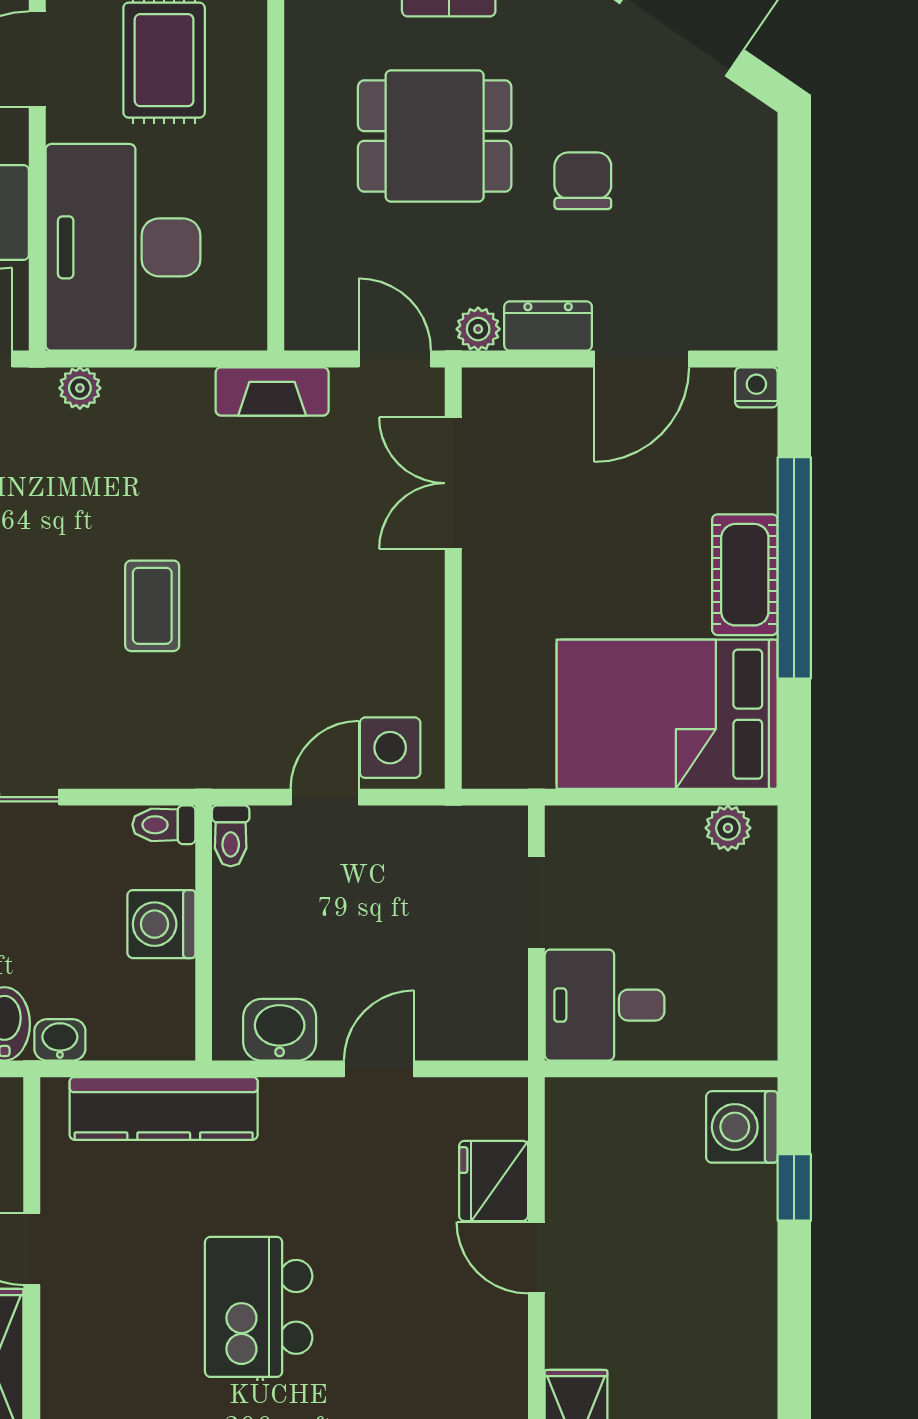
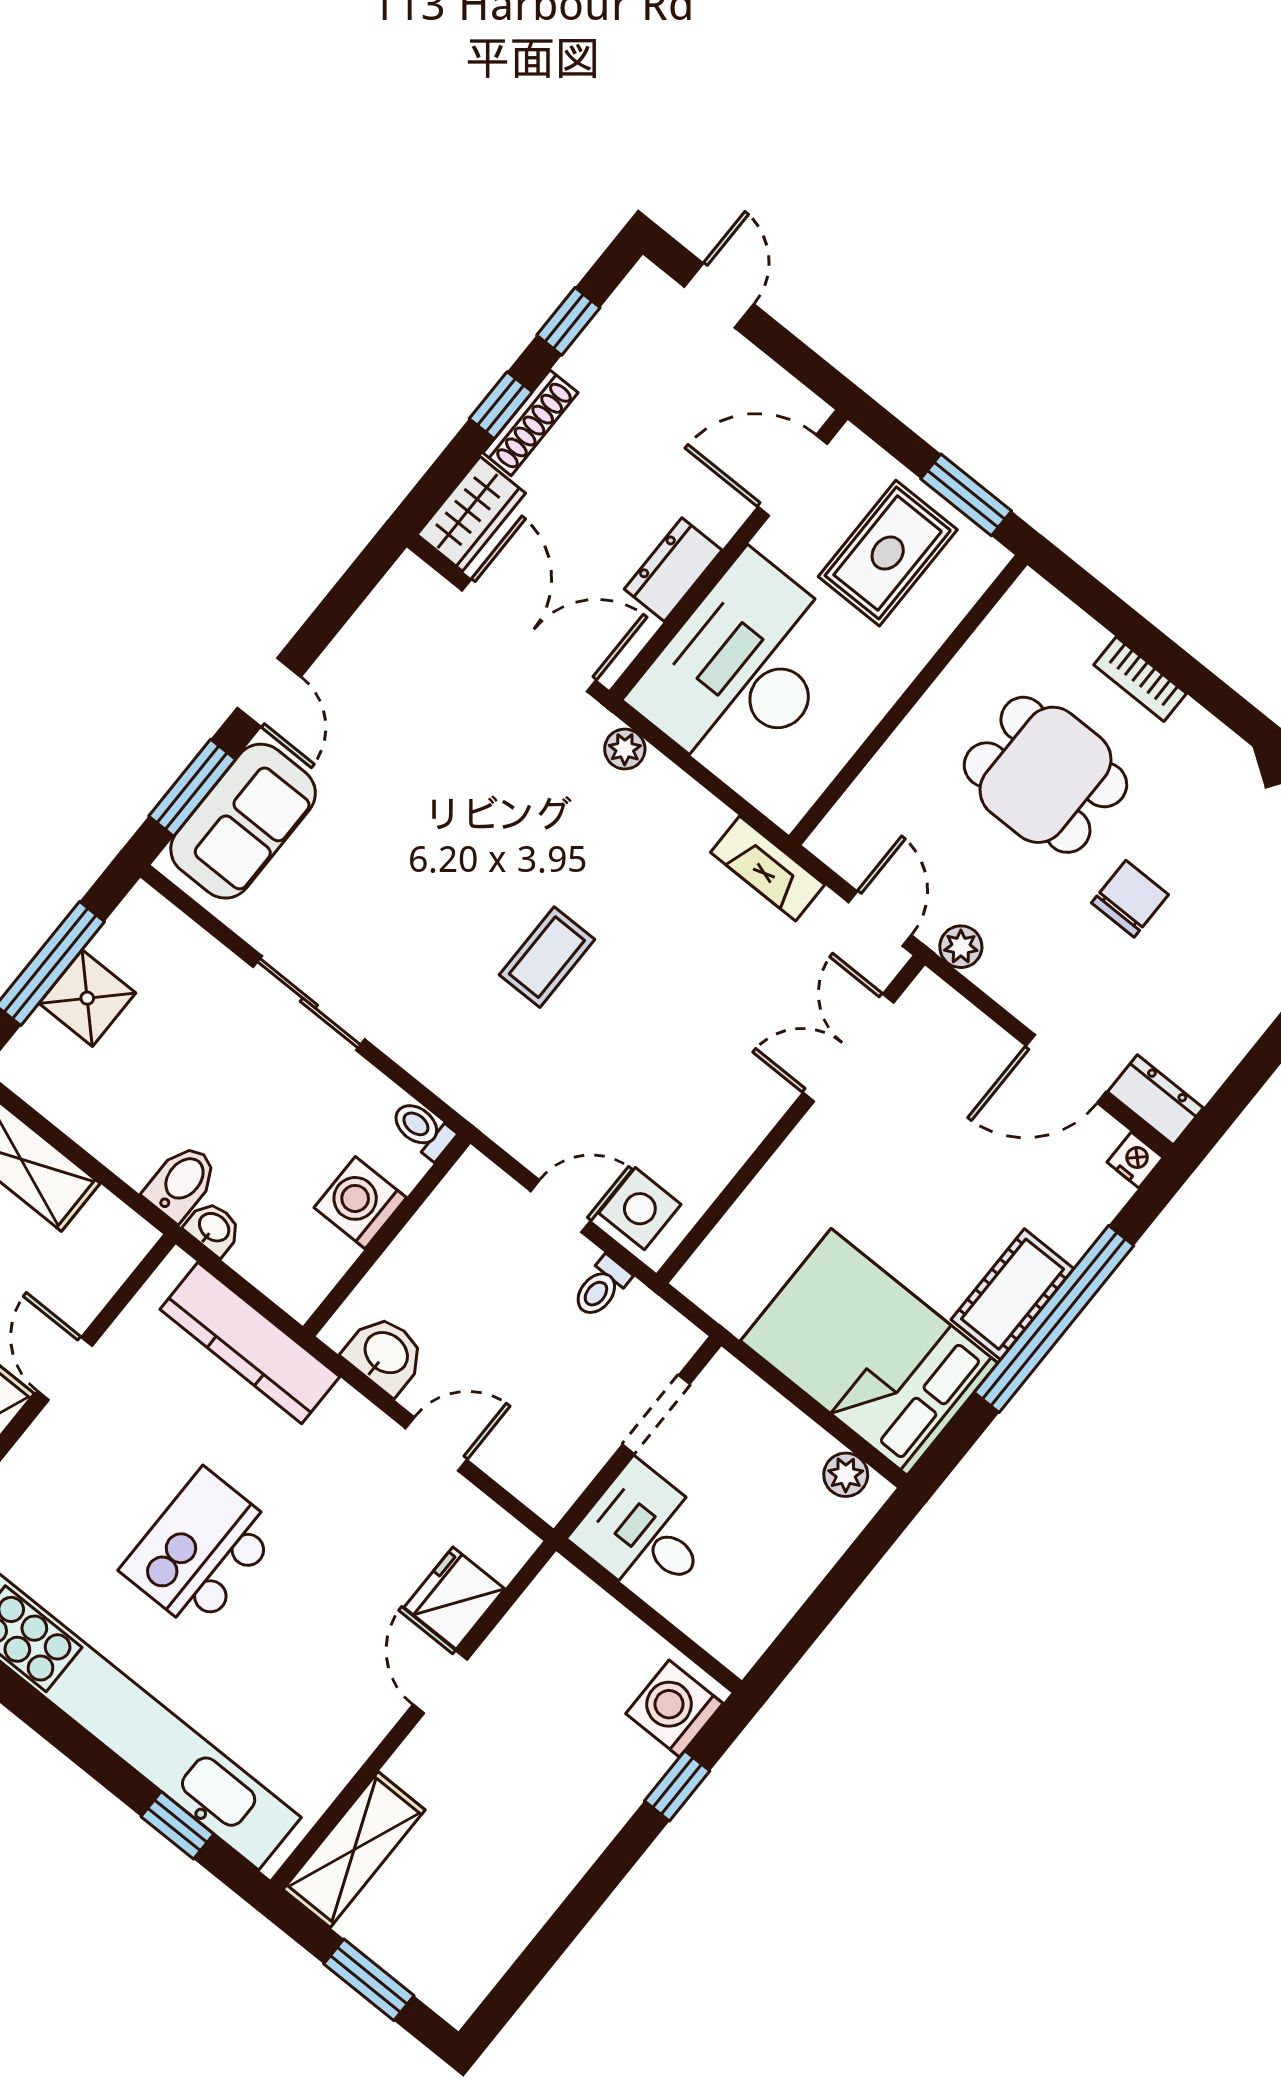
dresser: (548, 326) -> (1155, 1100), moved
toilet: (231, 836) -> (601, 1287), moved

